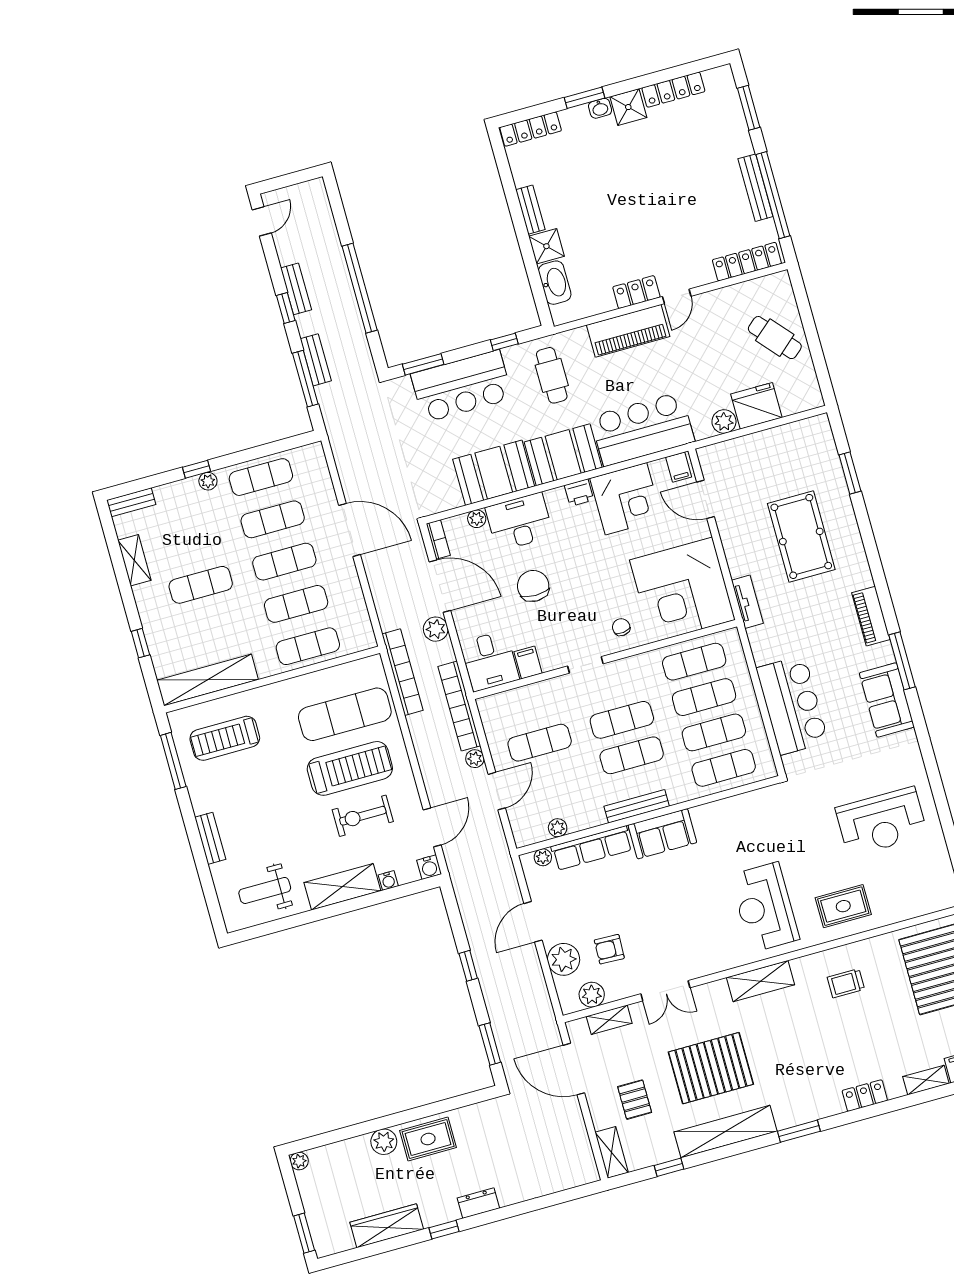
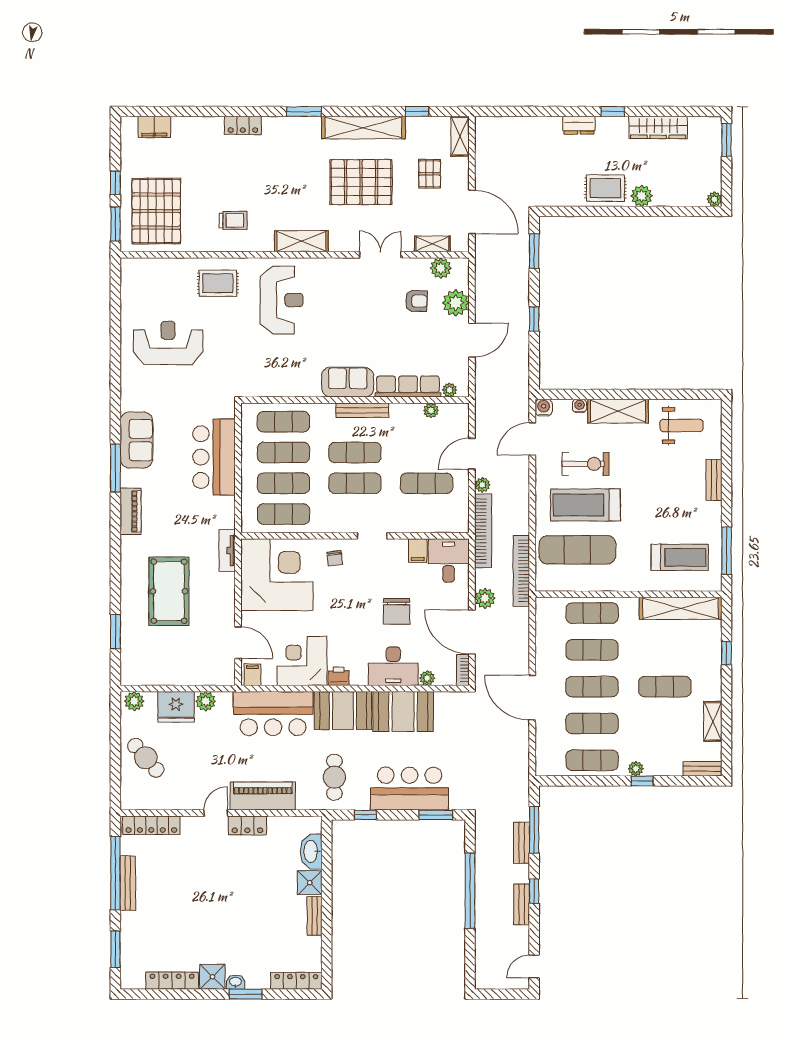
plant: (806, 399) -> (134, 701), added
shelving: (926, 1080) -> (190, 124), removed

